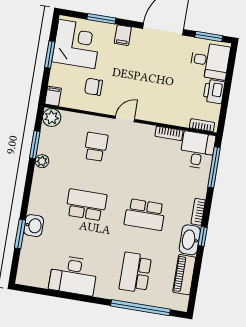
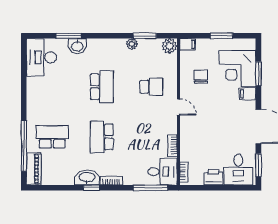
corner desk: (77, 44) -> (237, 68), moved, turned 90
desk: (73, 275) -> (41, 57), moved
piano: (184, 275) -> (34, 169), moved, turned 90

